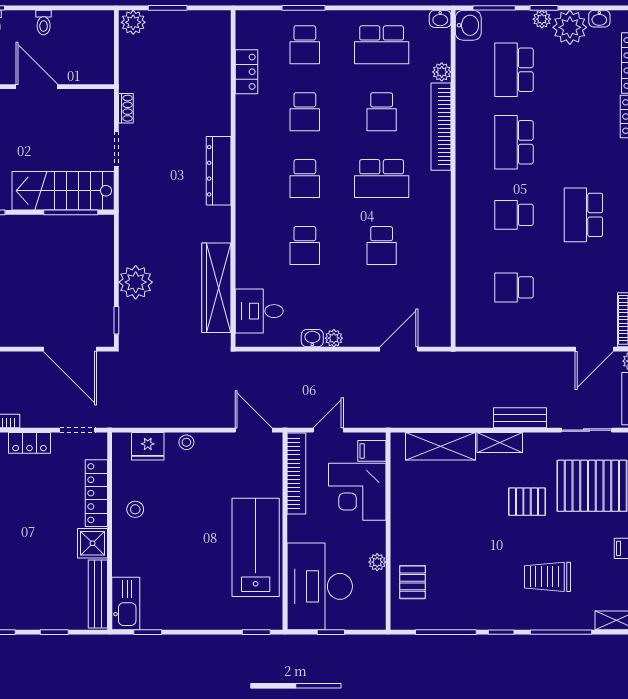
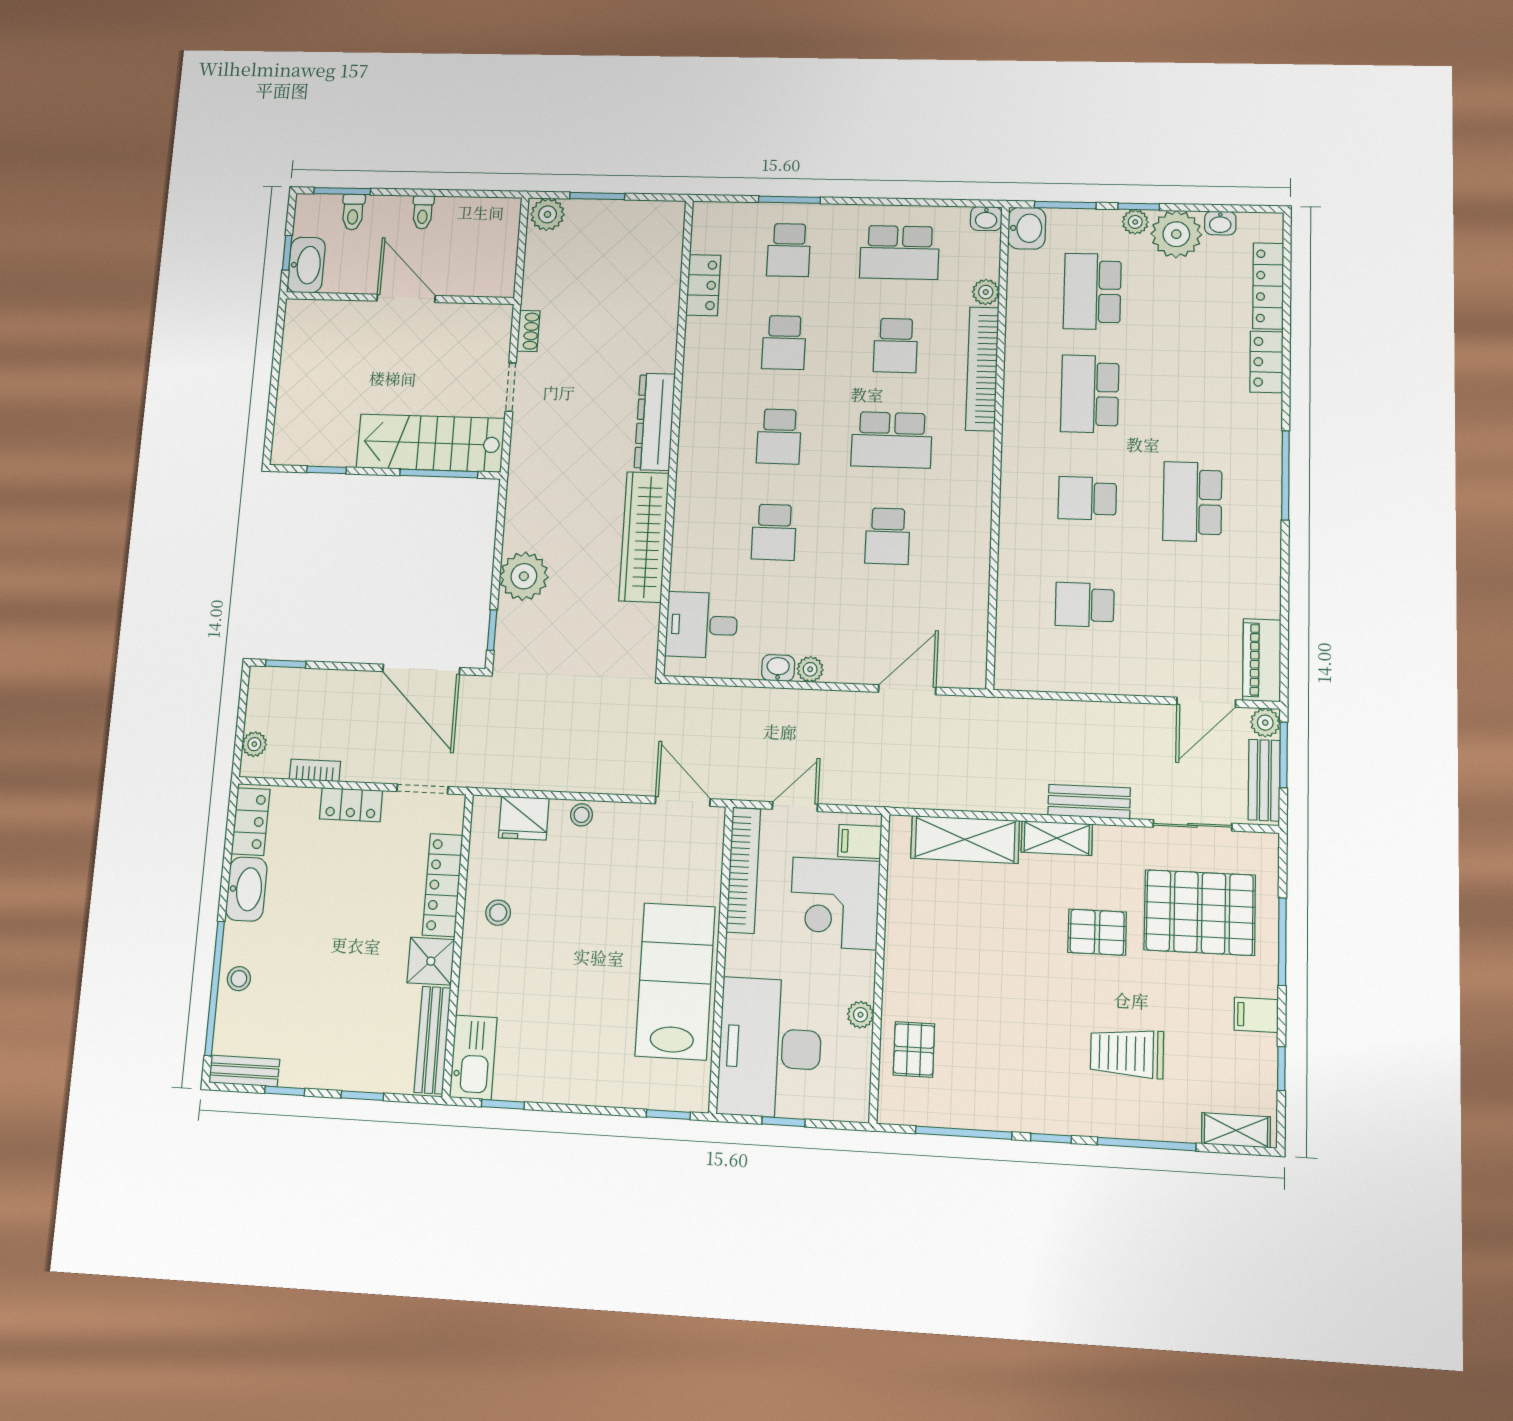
wardrobe: (216, 288) -> (644, 537), moved

